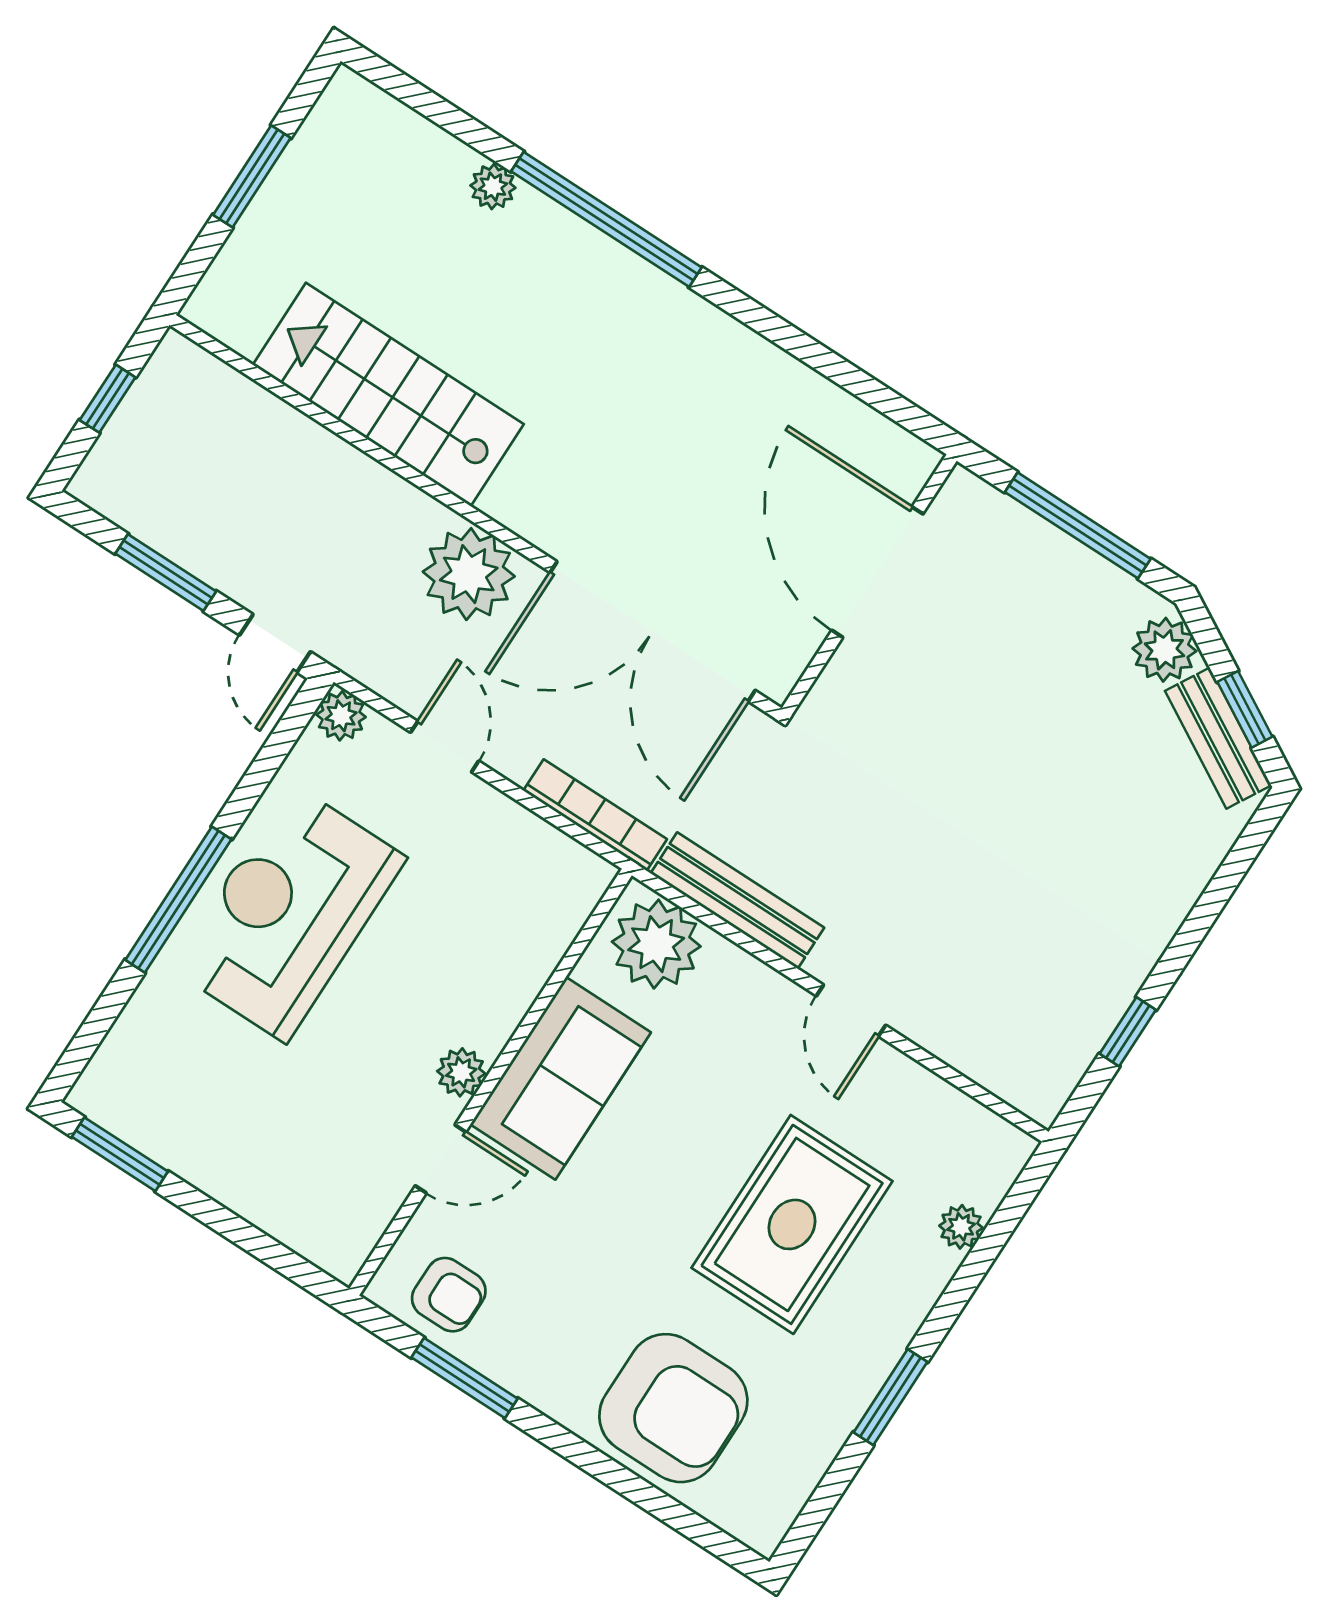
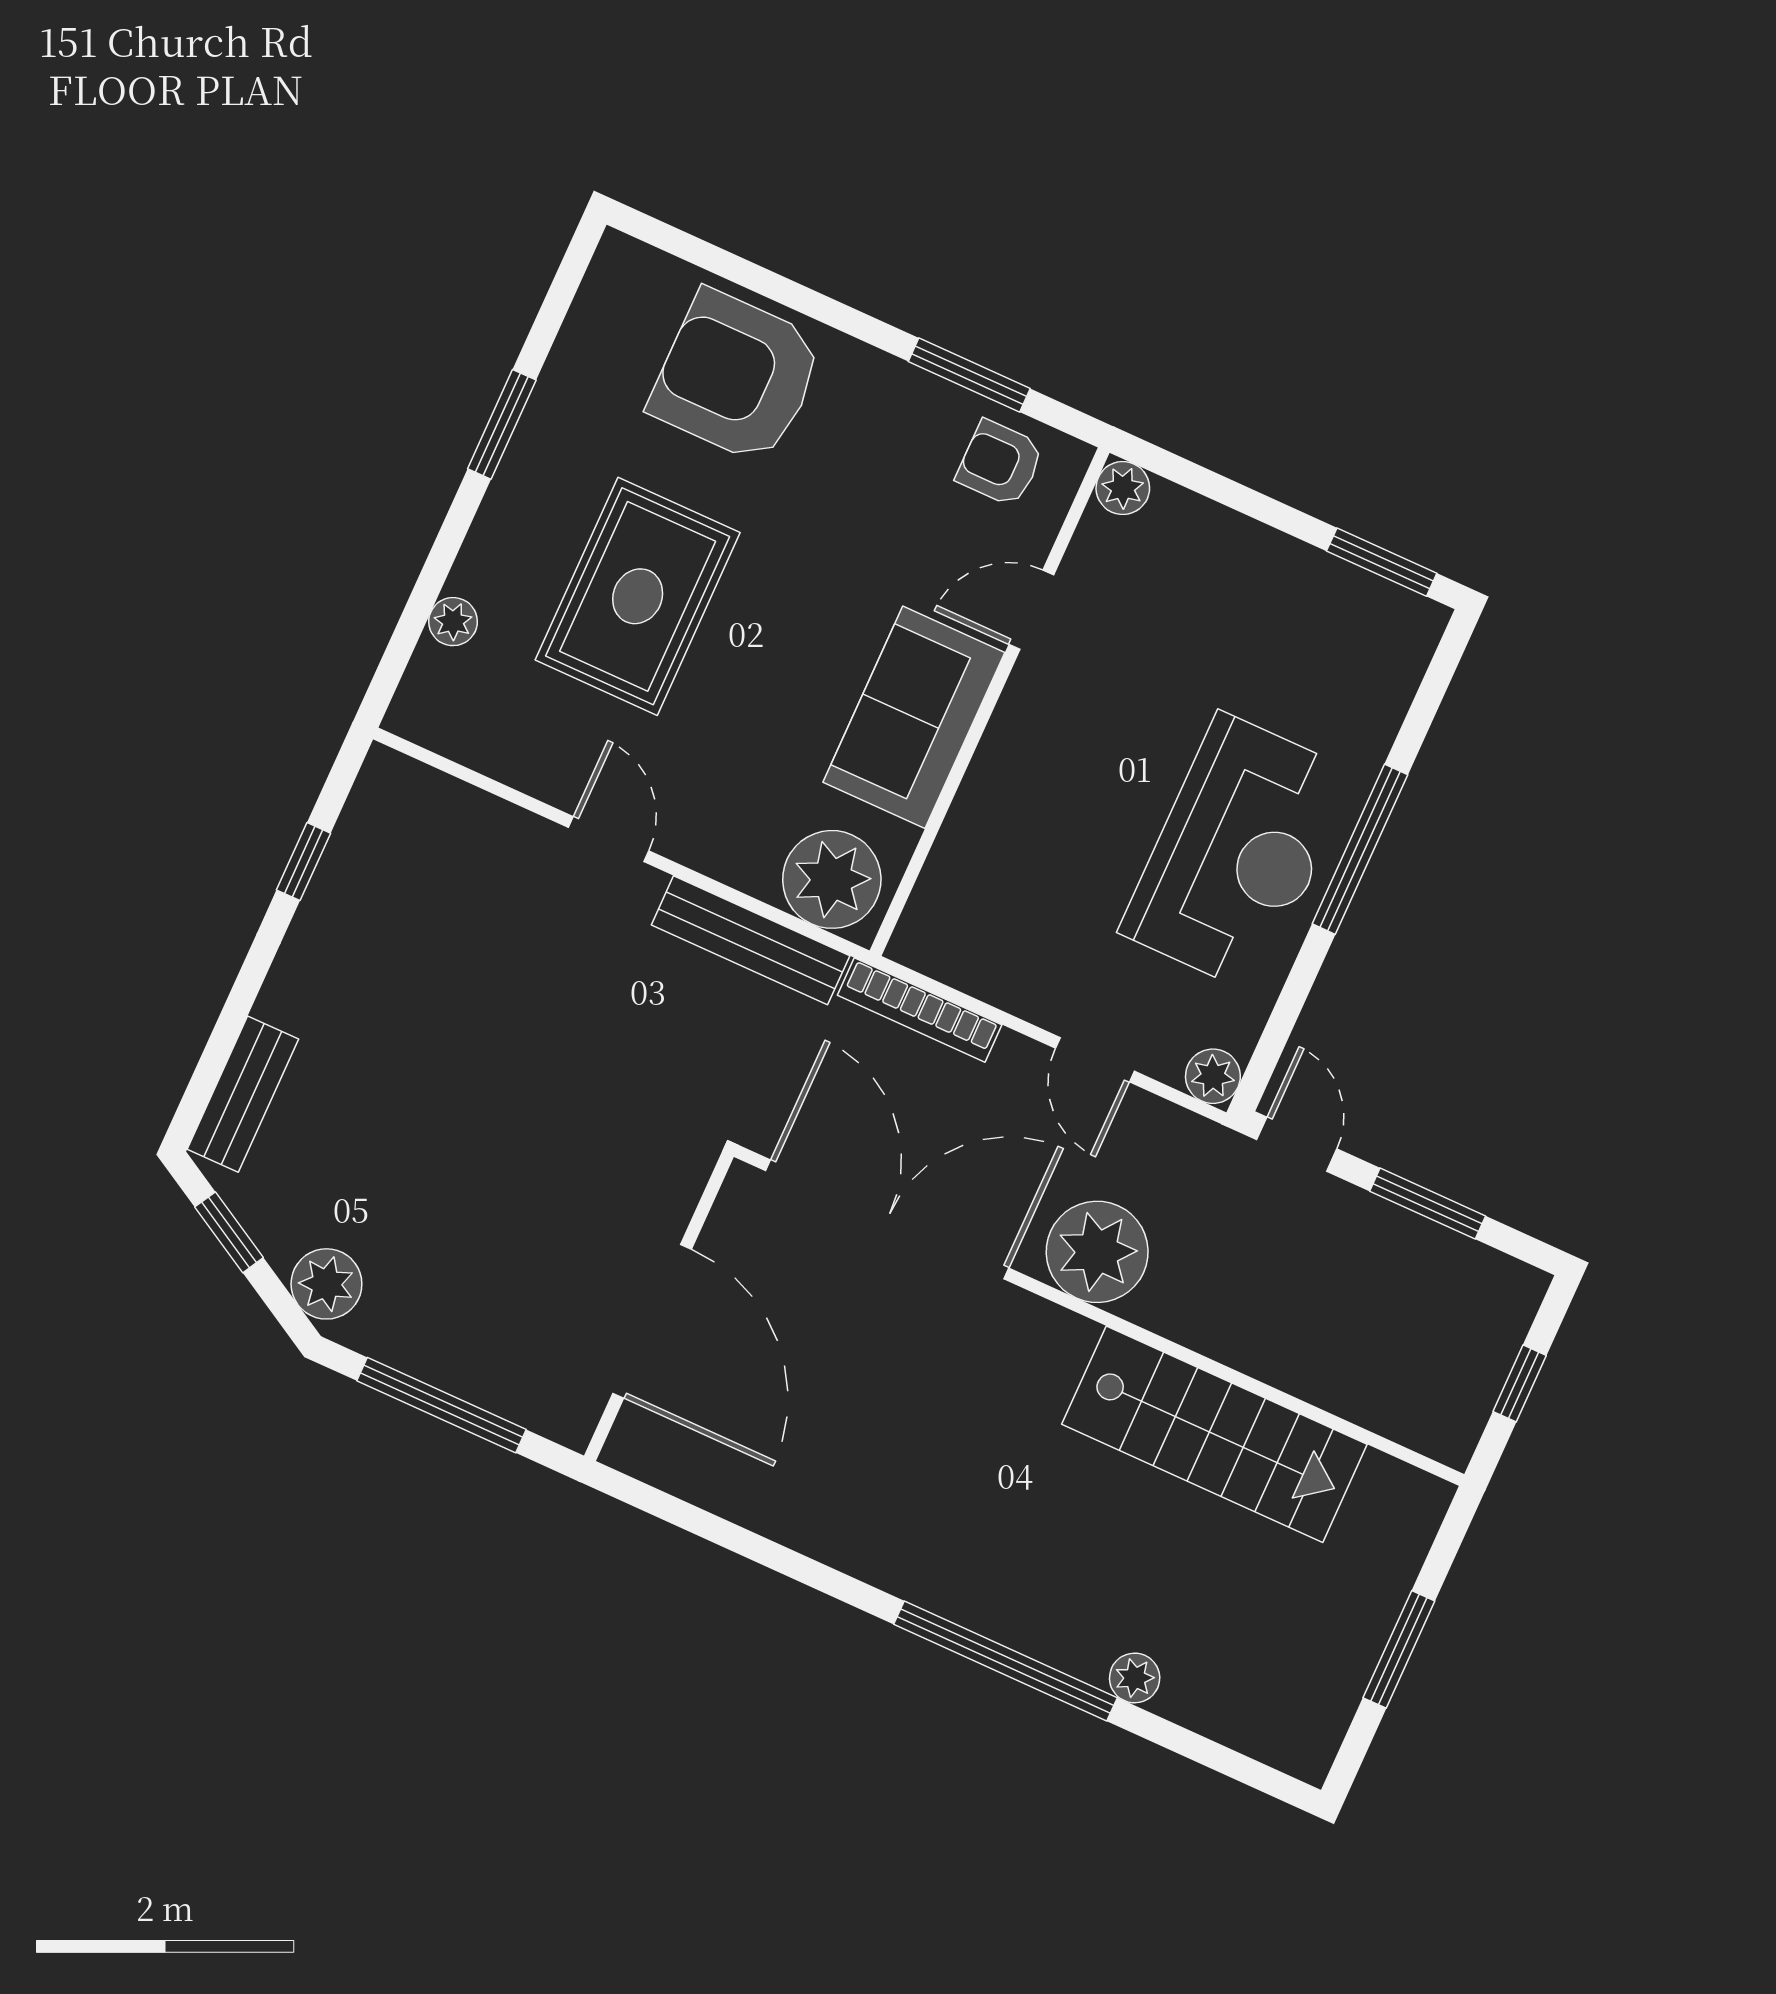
bench: (1218, 738) -> (243, 1094), moved, turned 61
plant: (461, 1072) -> (1123, 488), moved

